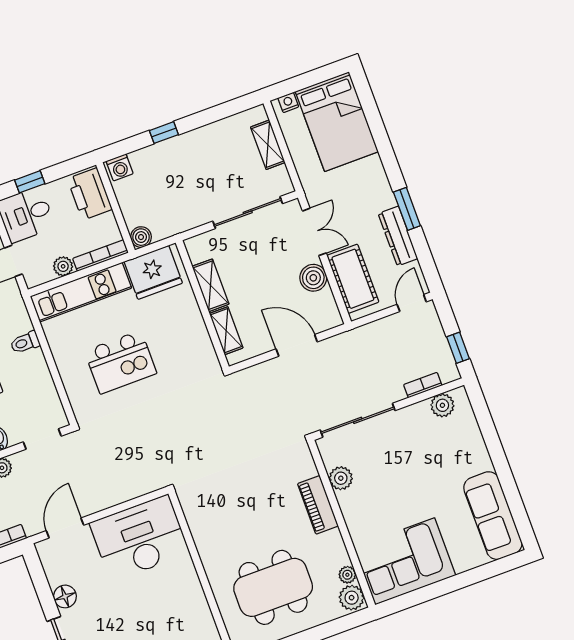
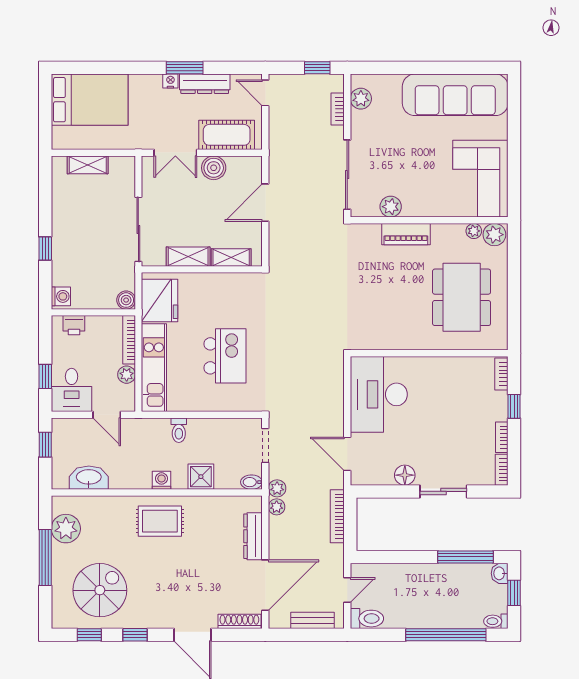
nightstand: (288, 102) -> (170, 81), moved, turned 90
printer: (90, 194) -> (74, 325), width x0.53, depth x0.68
sliding door: (248, 212) -> (138, 229), moved
double door: (314, 232) -> (175, 153), swing flipped
sofa: (493, 516) -> (455, 95), width x1.36, depth x1.27

